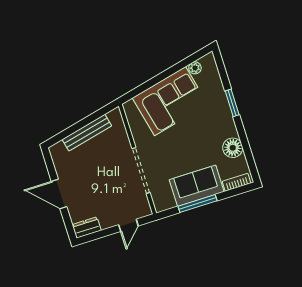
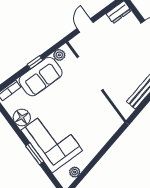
corner sofa: (170, 101) -> (52, 140), moved, turned 103
plant: (168, 203) -> (59, 55), added
window: (197, 204) -> (35, 62), width x0.46

